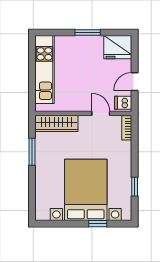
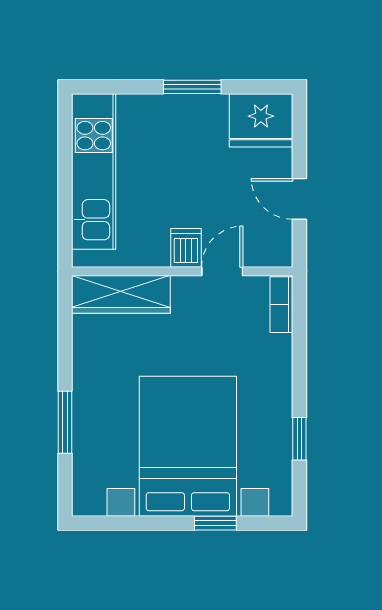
door: (135, 82) -> (299, 199), hinge flipped
dishwasher: (123, 103) -> (186, 248), moved, turned 90
door: (101, 113) -> (222, 271), hinge flipped
window: (32, 152) -> (65, 422), moved

